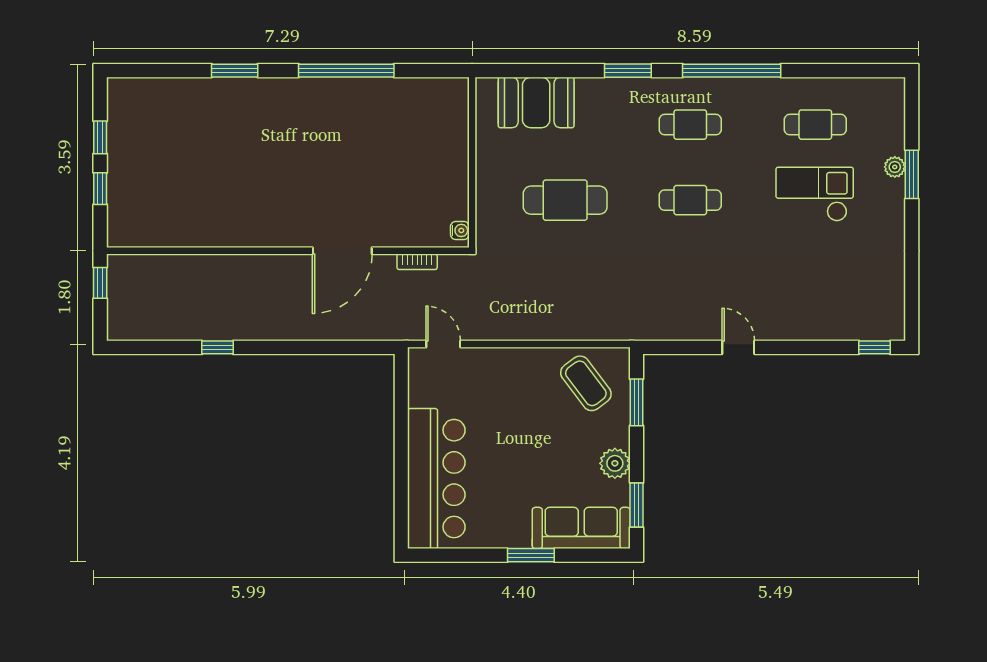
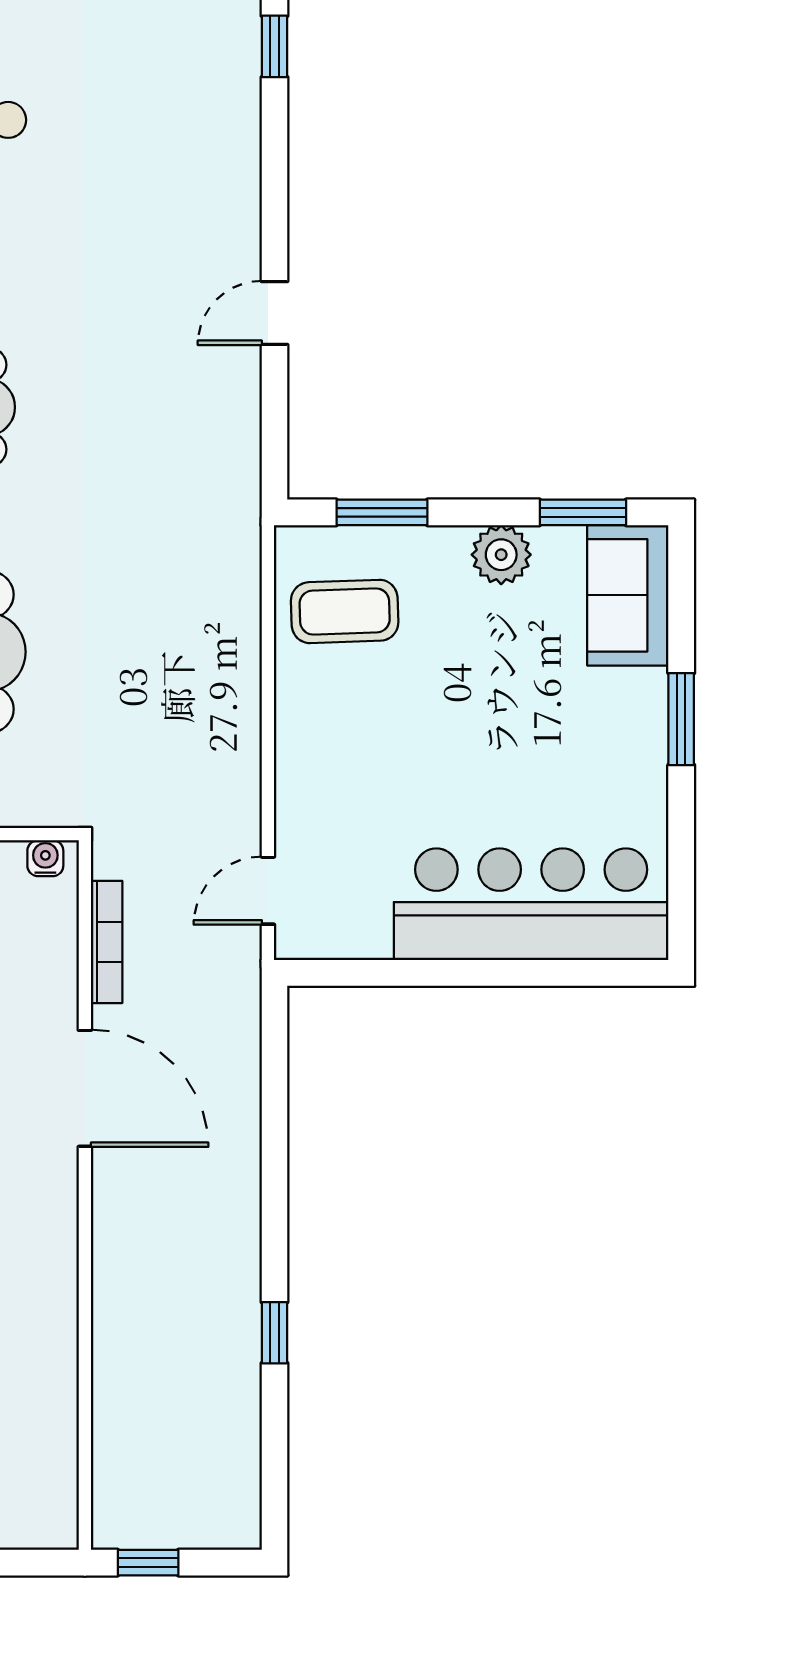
bookcase: (417, 262) -> (107, 942), width x1.56
coffee table: (586, 383) -> (345, 611), turned 35
sofa: (581, 528) -> (628, 595), width x0.73

